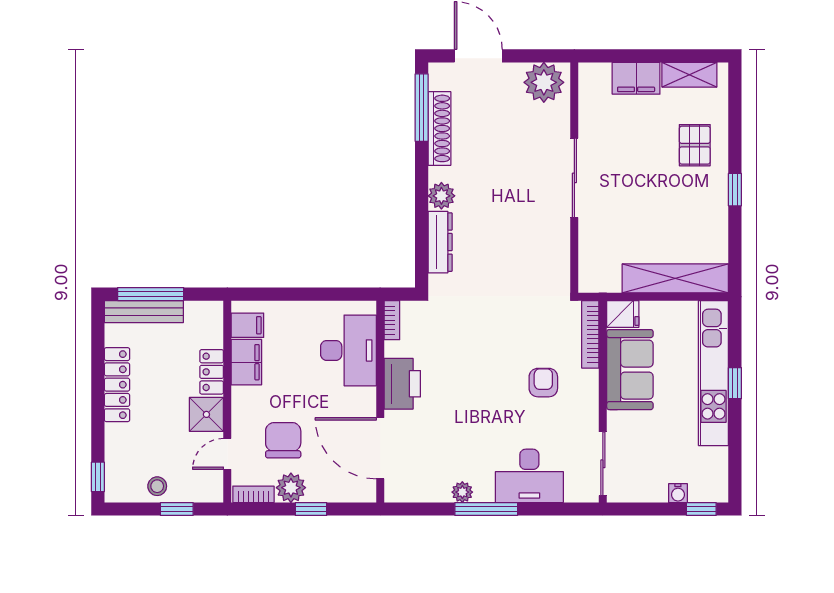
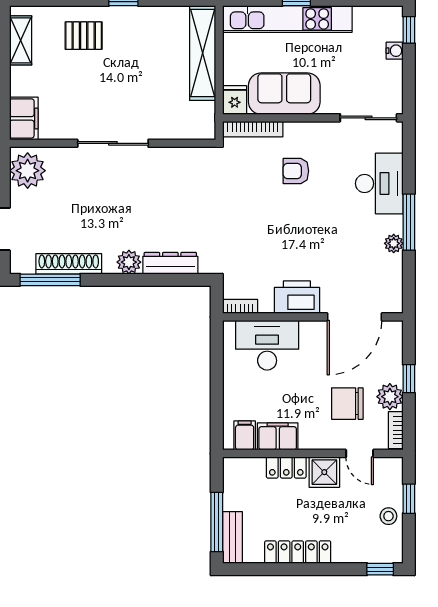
filing cabinet: (636, 78) -> (24, 118), moved
bench: (144, 312) -> (232, 537), width x0.73

